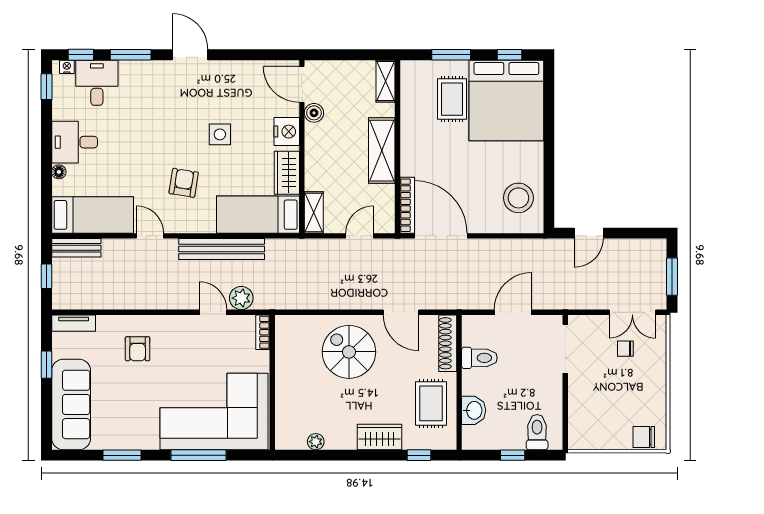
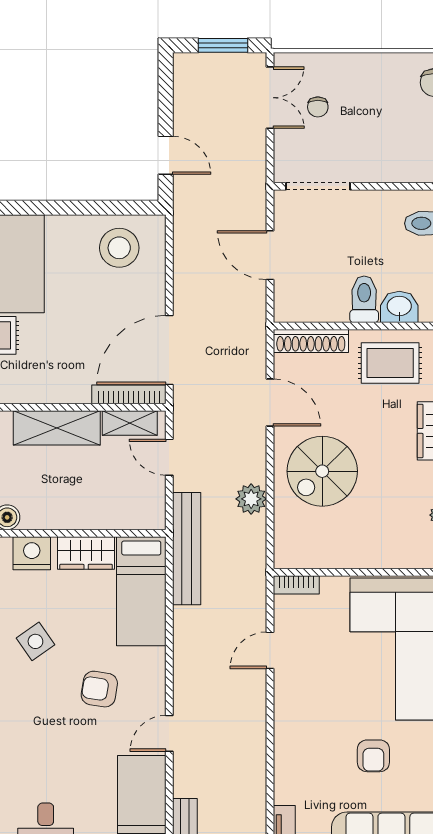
side table: (220, 134) -> (35, 641), turned -35
shelving: (314, 212) -> (130, 423), moved
bench: (222, 249) -> (187, 549), moved
plant: (241, 298) -> (251, 499), moved
door: (401, 312) -> (270, 403), hinge flipped
armchair: (138, 349) -> (373, 756), moved, turned 90
toilet: (479, 358) -> (364, 299), moved

